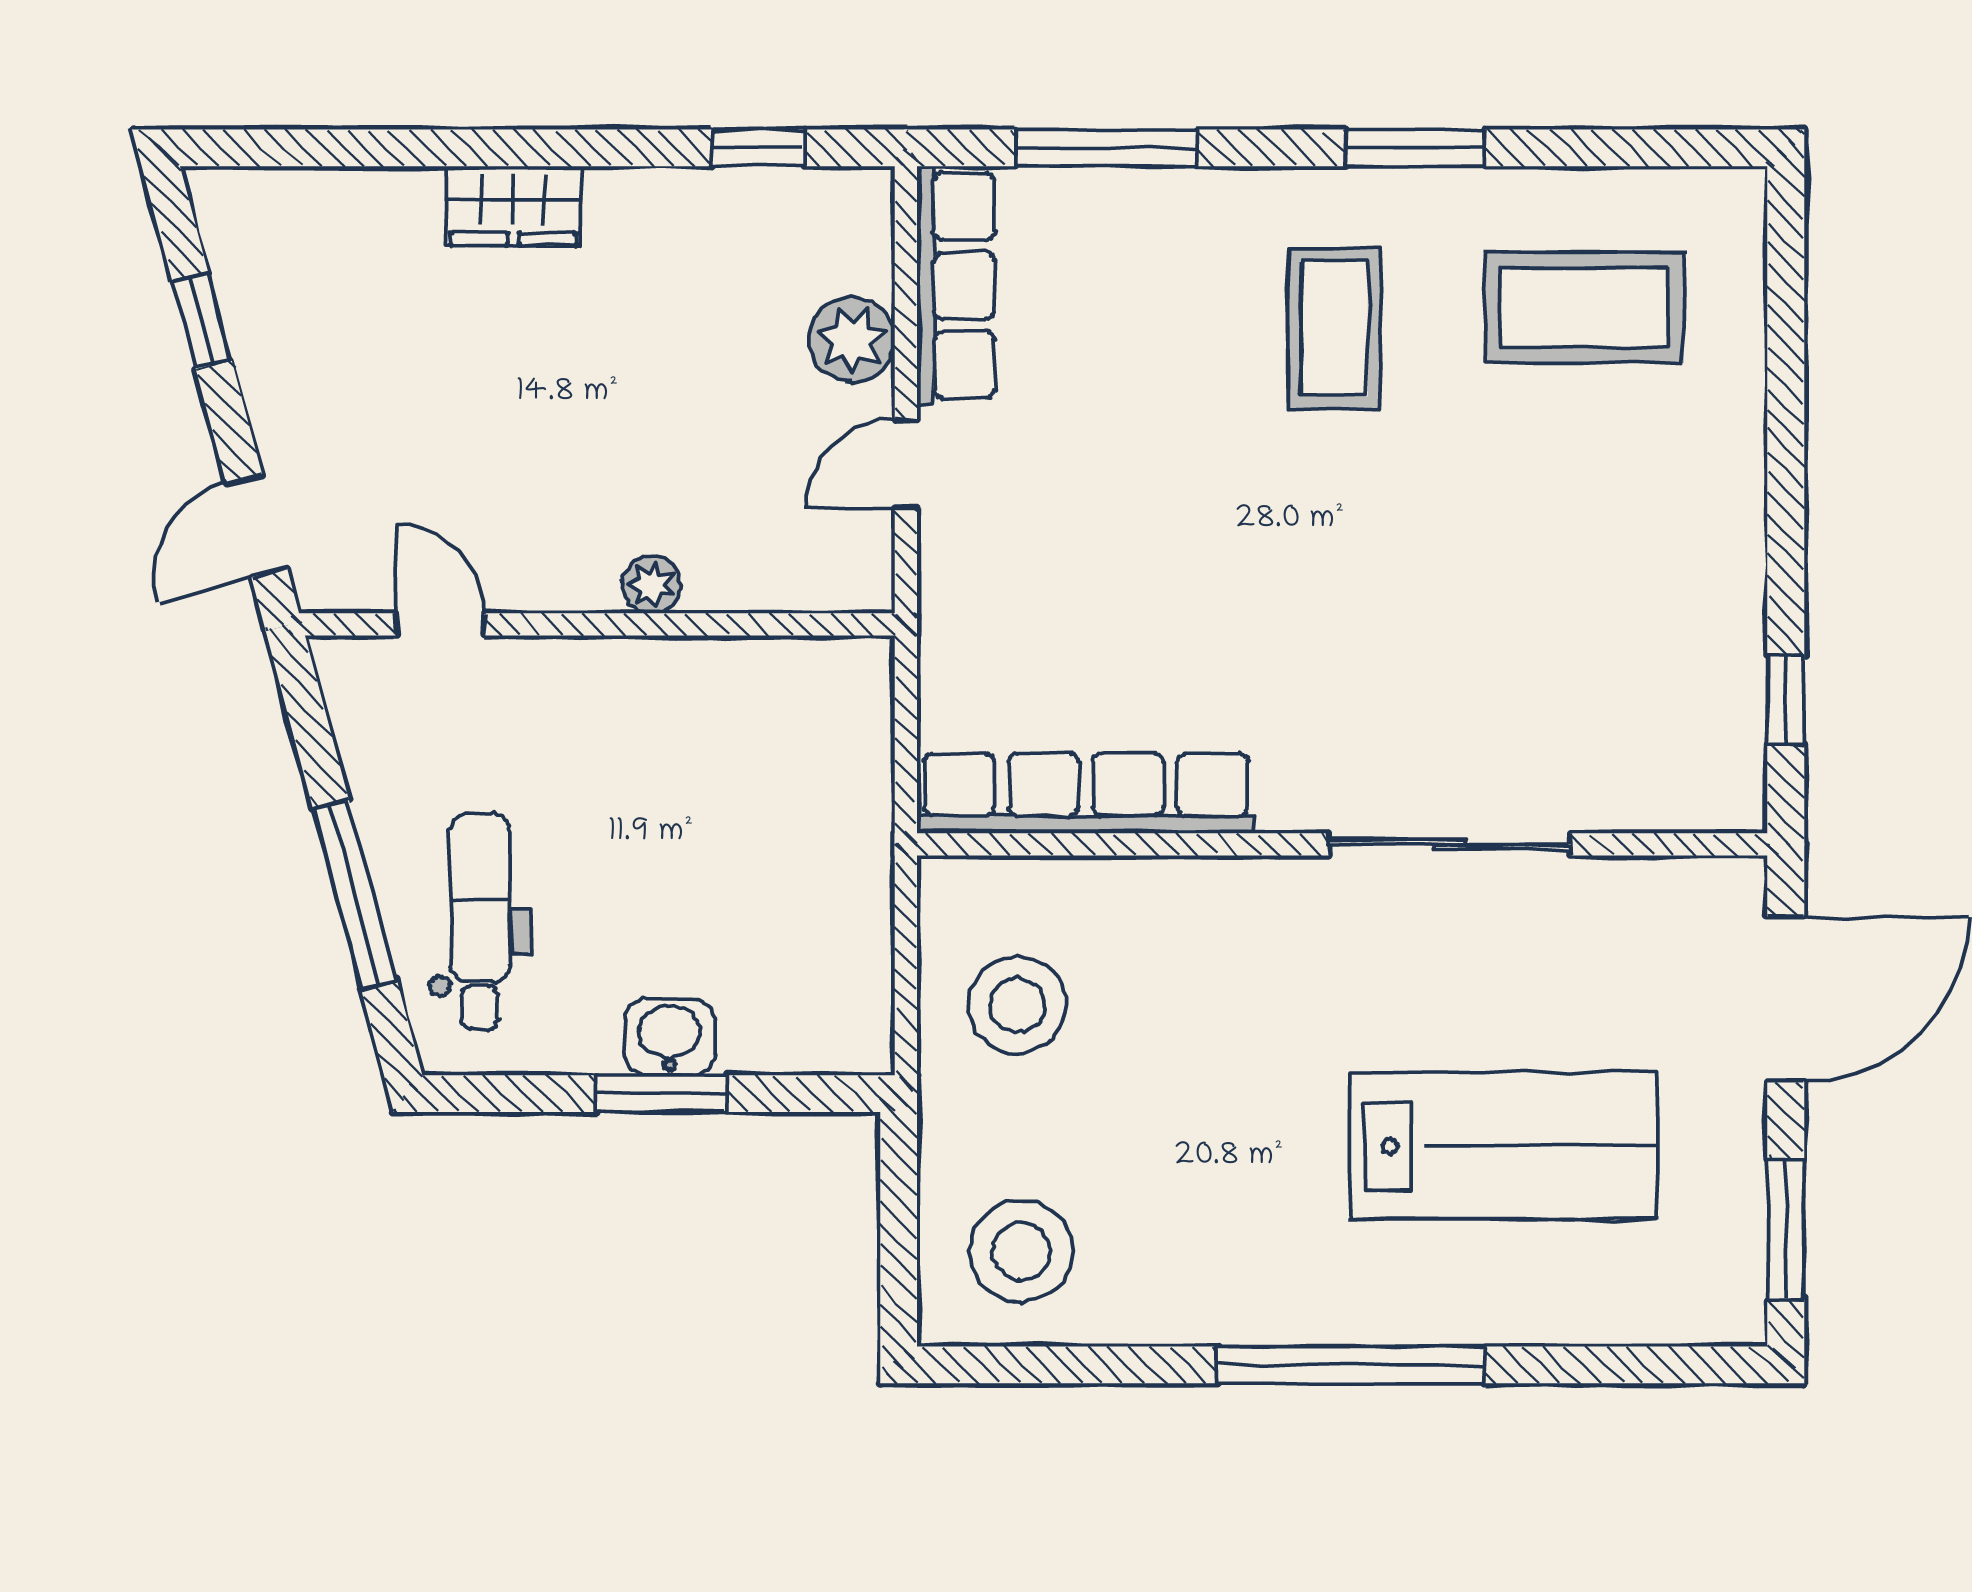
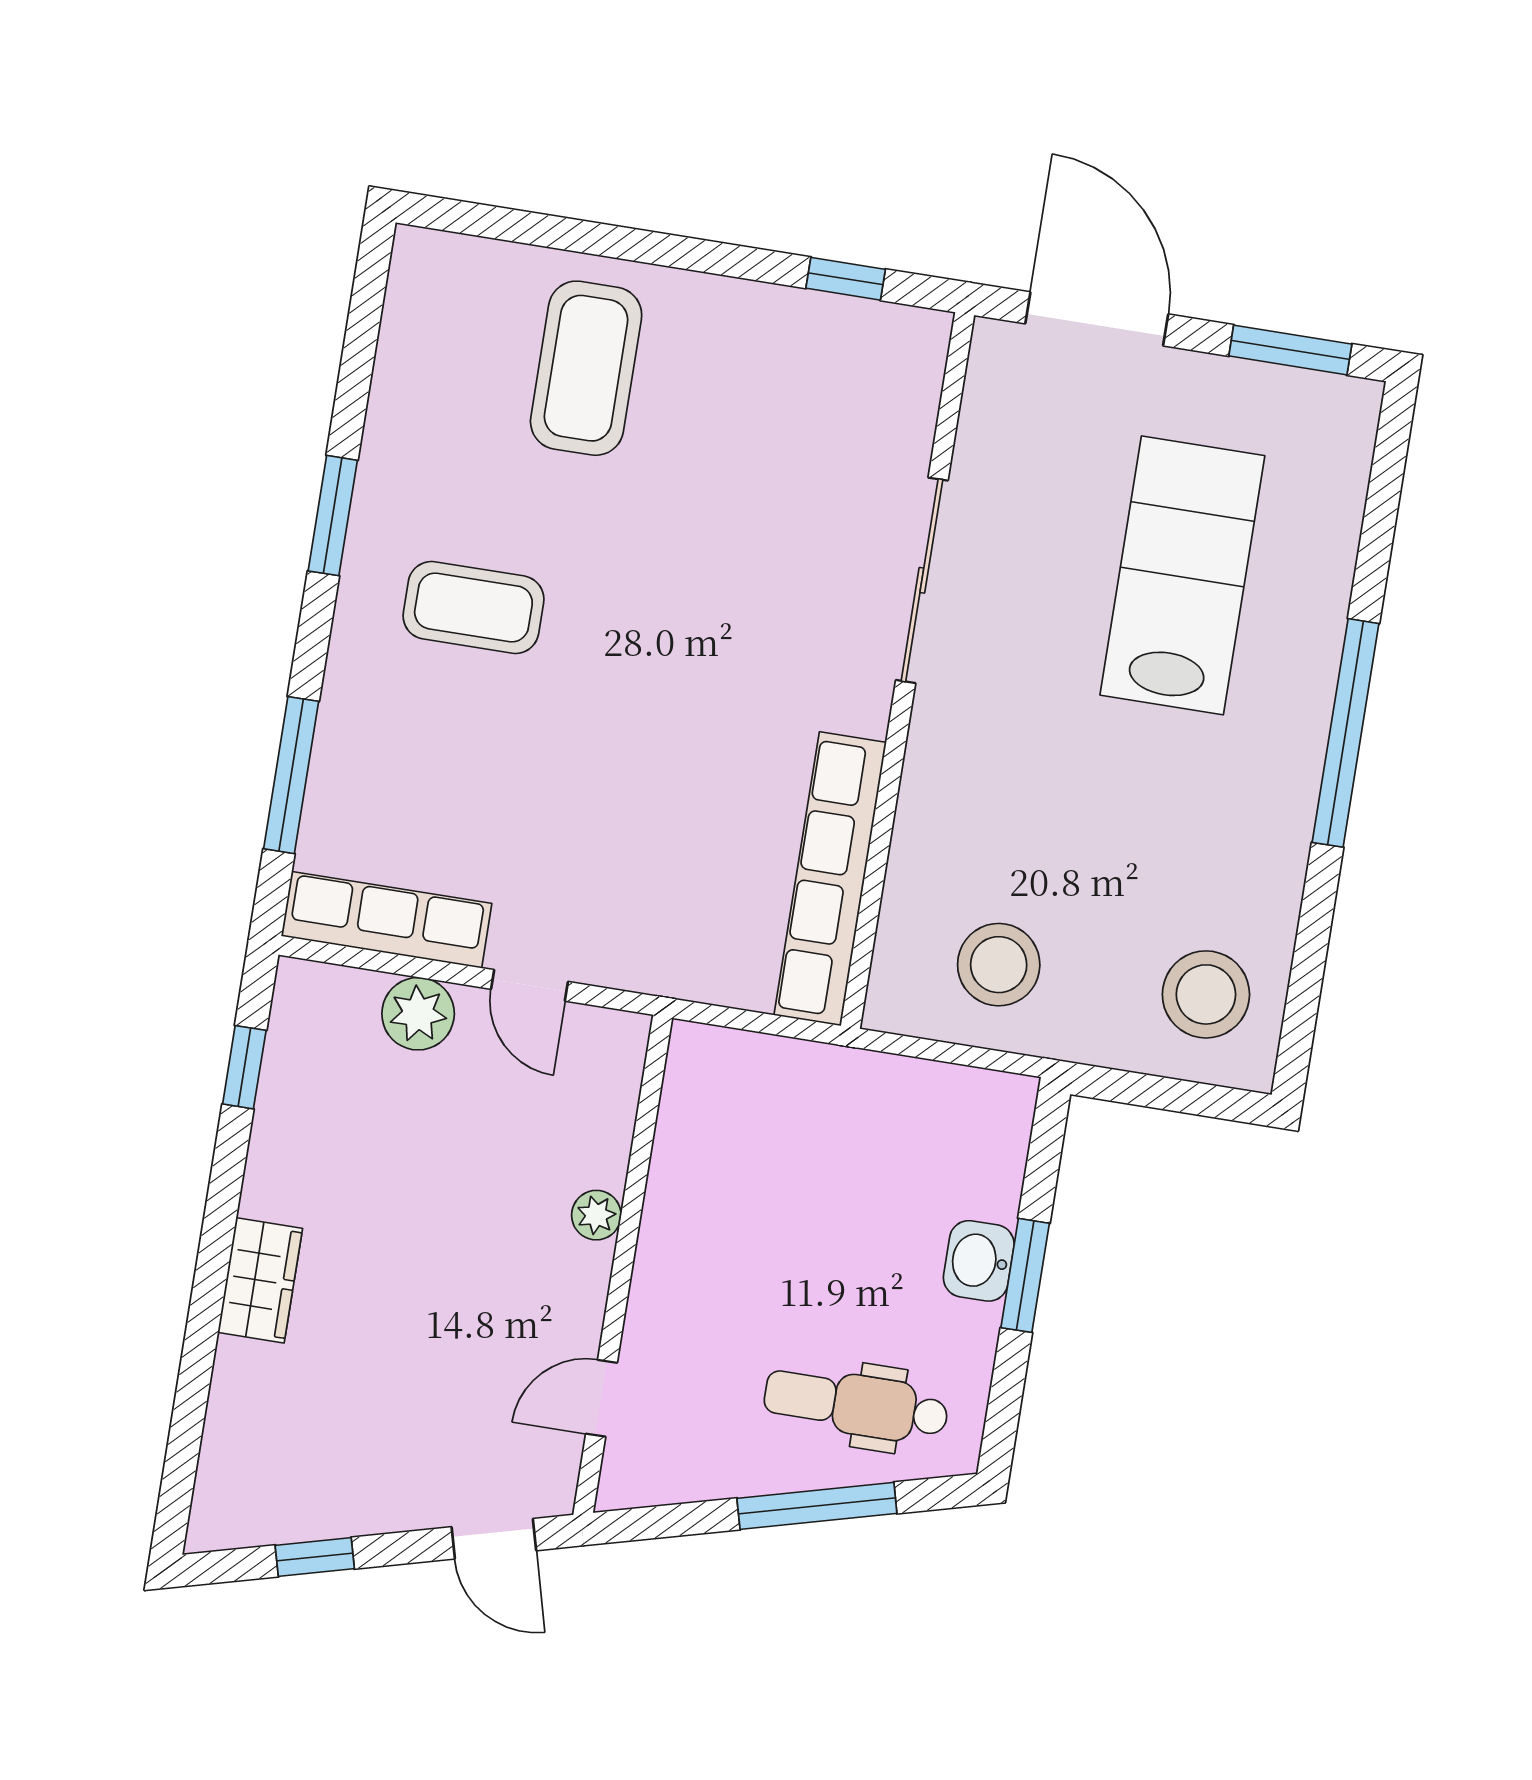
coffee table: (1584, 308) -> (586, 368), moved

